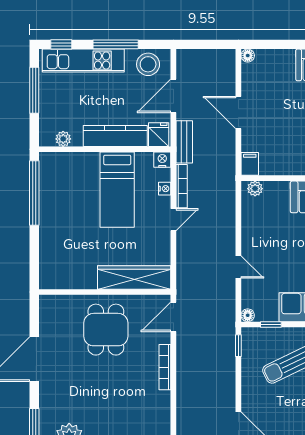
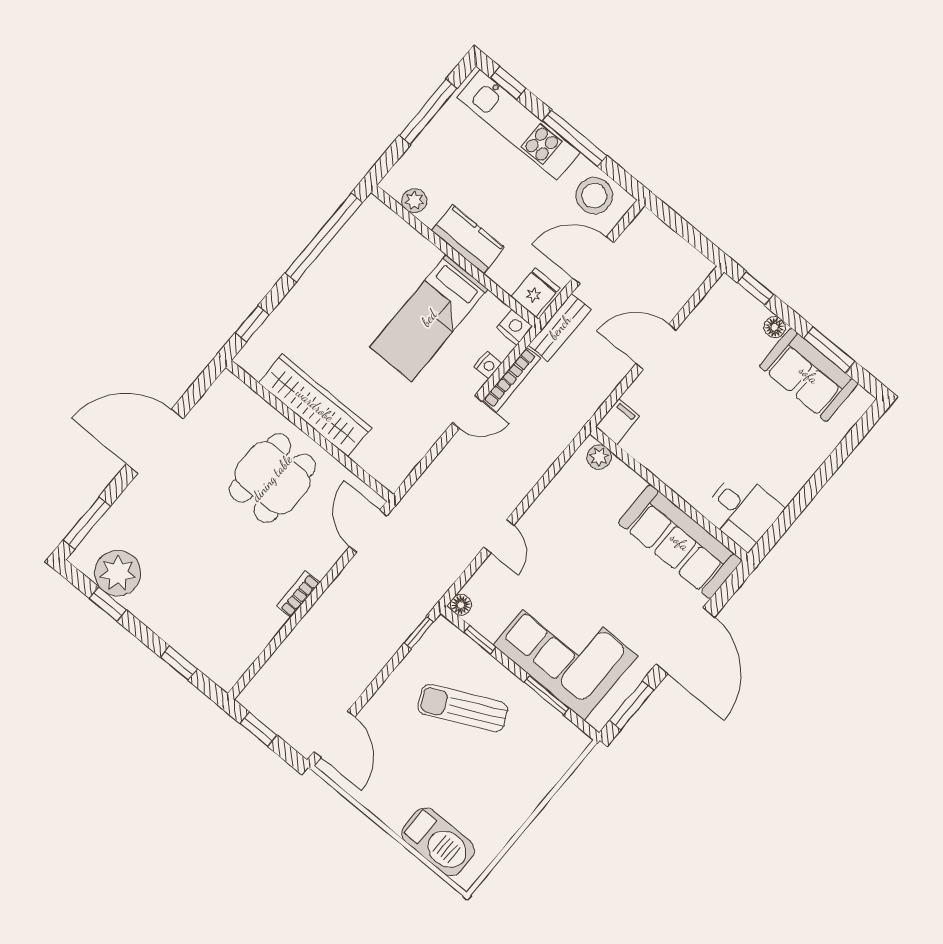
window: (263, 44) -> (755, 288), added
floor lamp: (248, 56) -> (775, 327), moved
door: (238, 112) -> (656, 347), hinge flipped
kitchen counter: (115, 136) -> (468, 239), width x0.67
window: (34, 263) -> (252, 324), added
wardrobe: (134, 277) -> (315, 405), moved
door: (173, 317) -> (368, 531), hinge flipped
bookcase: (165, 367) -> (298, 594), width x0.64

